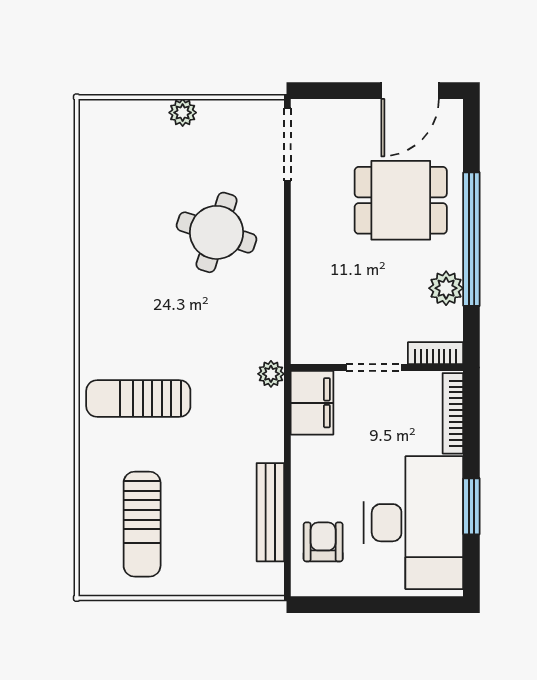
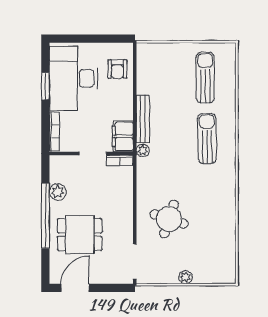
bookcase: (436, 353) -> (120, 160), moved
sun lounger: (138, 399) -> (207, 138), turned -91
bench: (270, 512) -> (143, 119), moved

